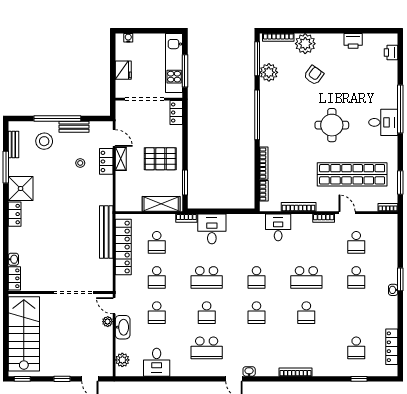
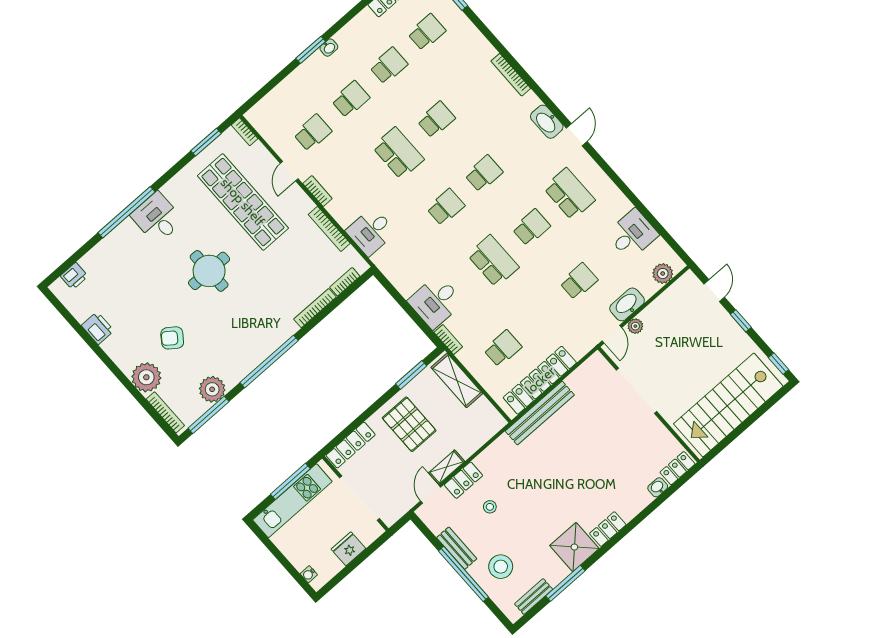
locker: (176, 113) -> (351, 445), width x1.53
school desk: (157, 277) -> (389, 66), moved
washbasin: (249, 371) -> (547, 122), width x1.91, depth x1.45

